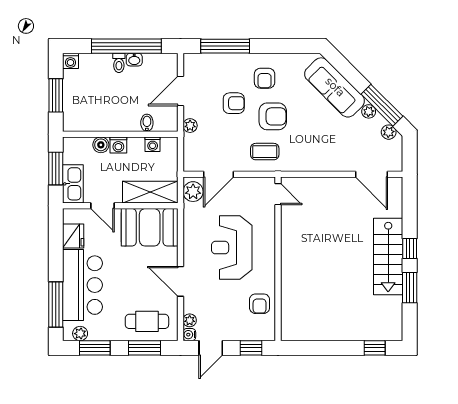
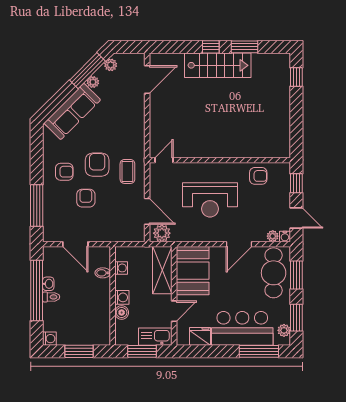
plant: (190, 126) -> (105, 236), removed
cafe table: (147, 321) -> (274, 273), width x1.37, depth x1.35

